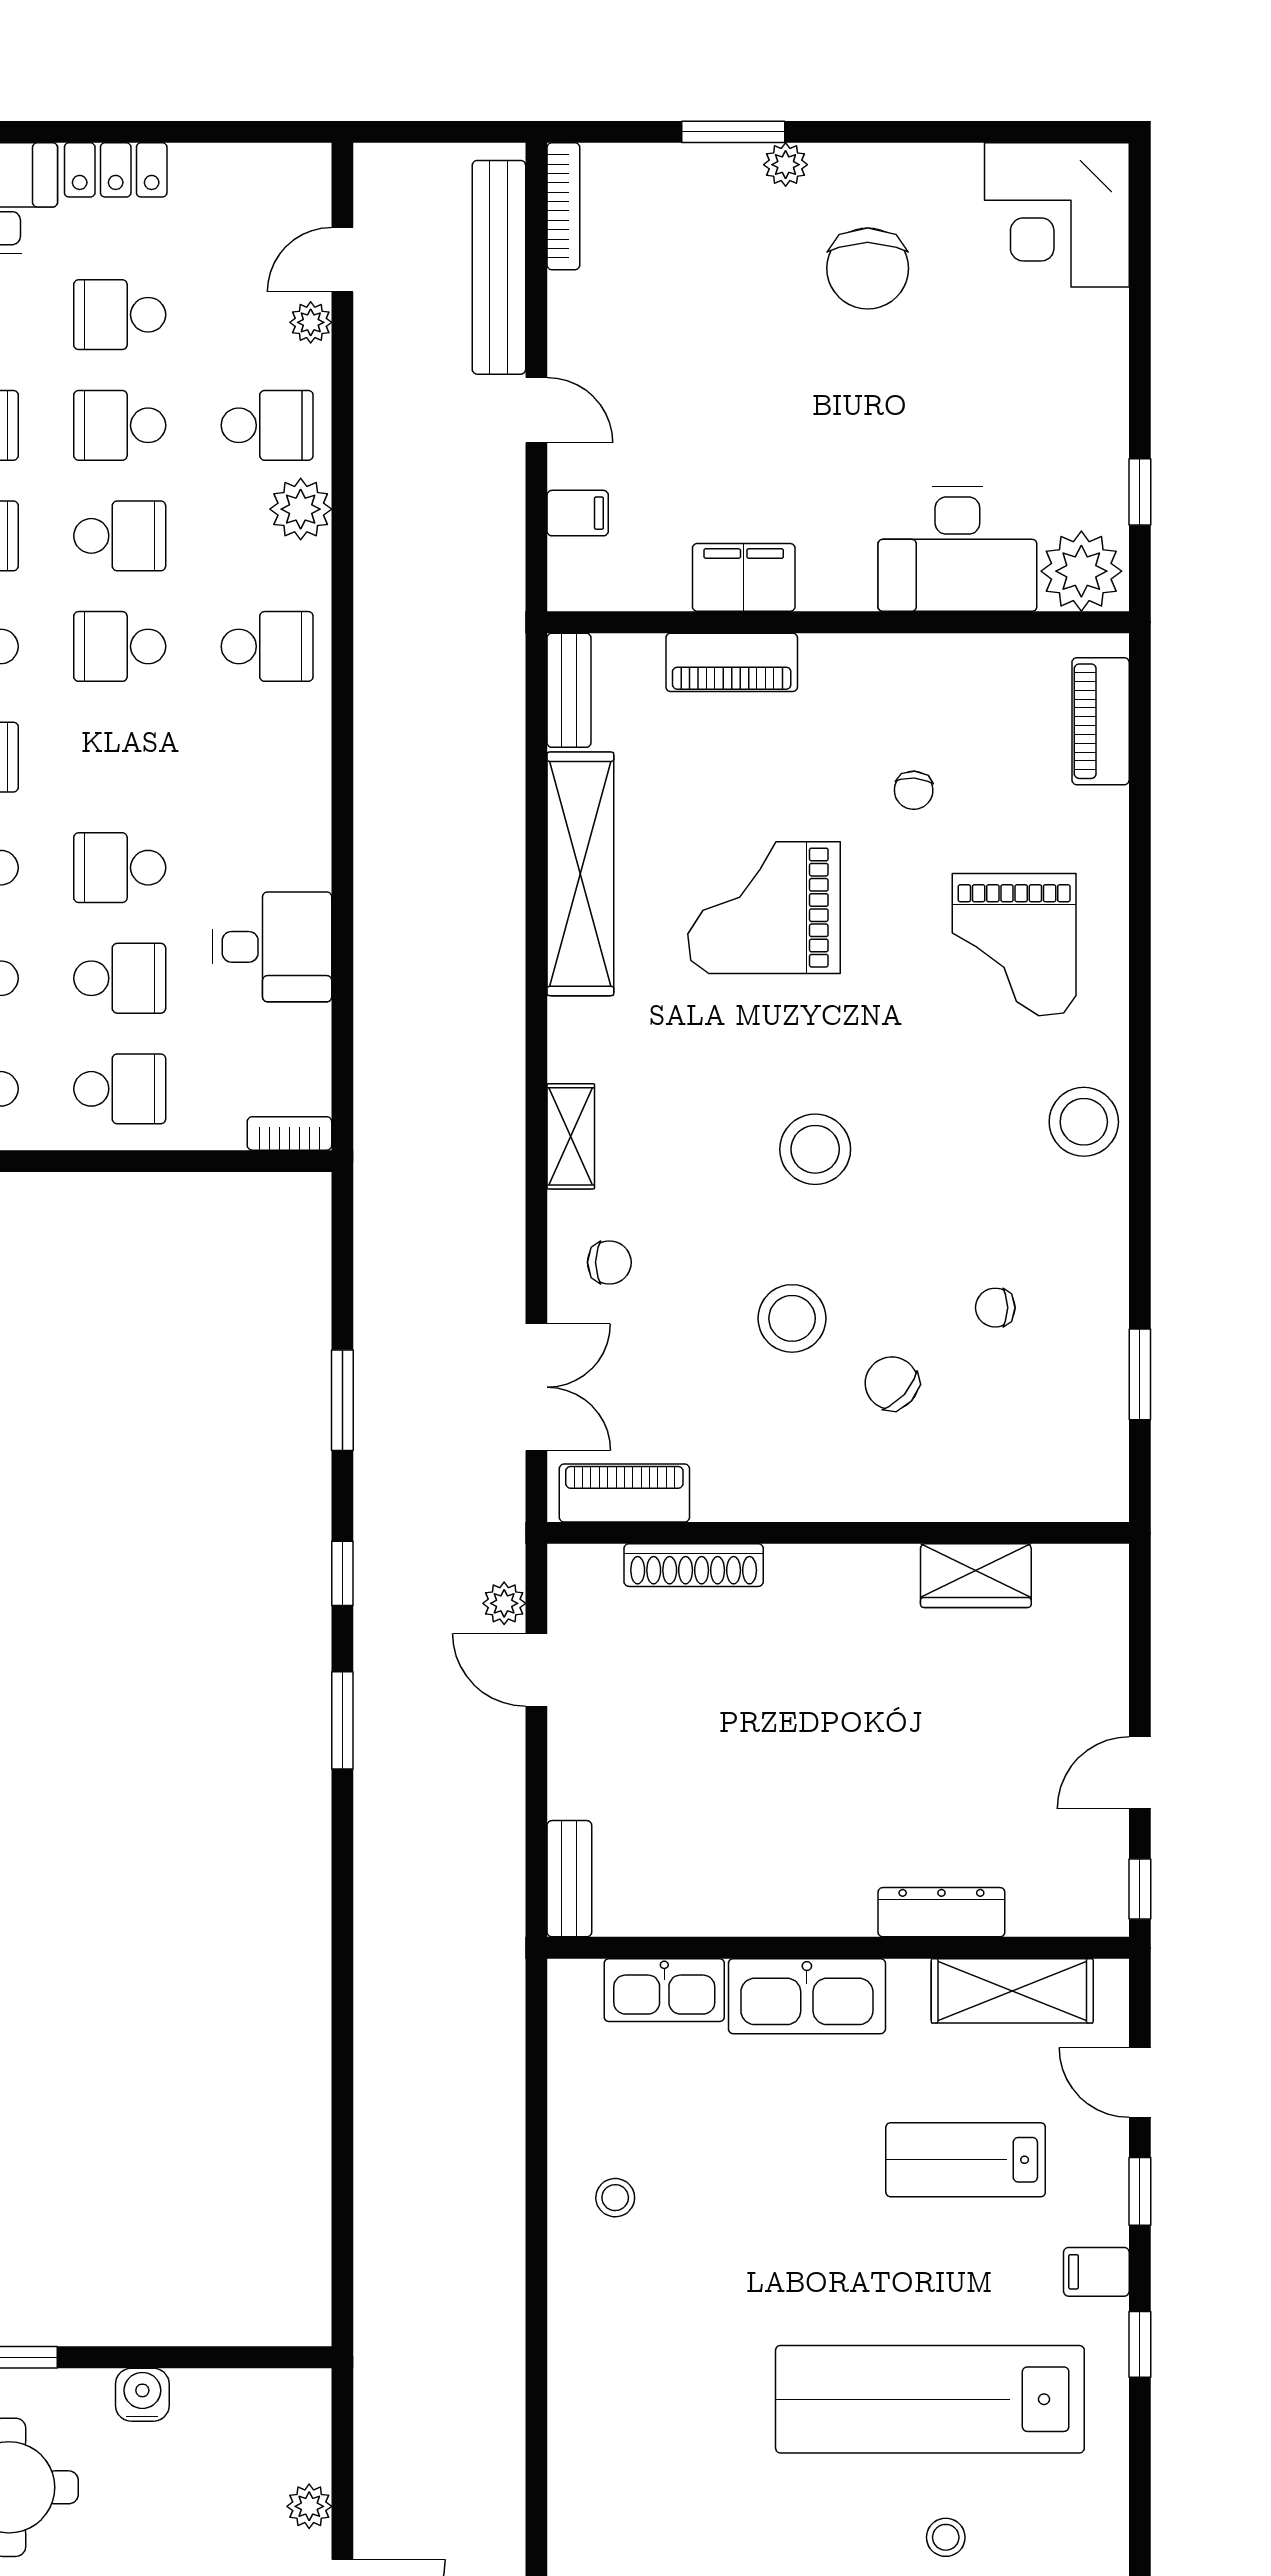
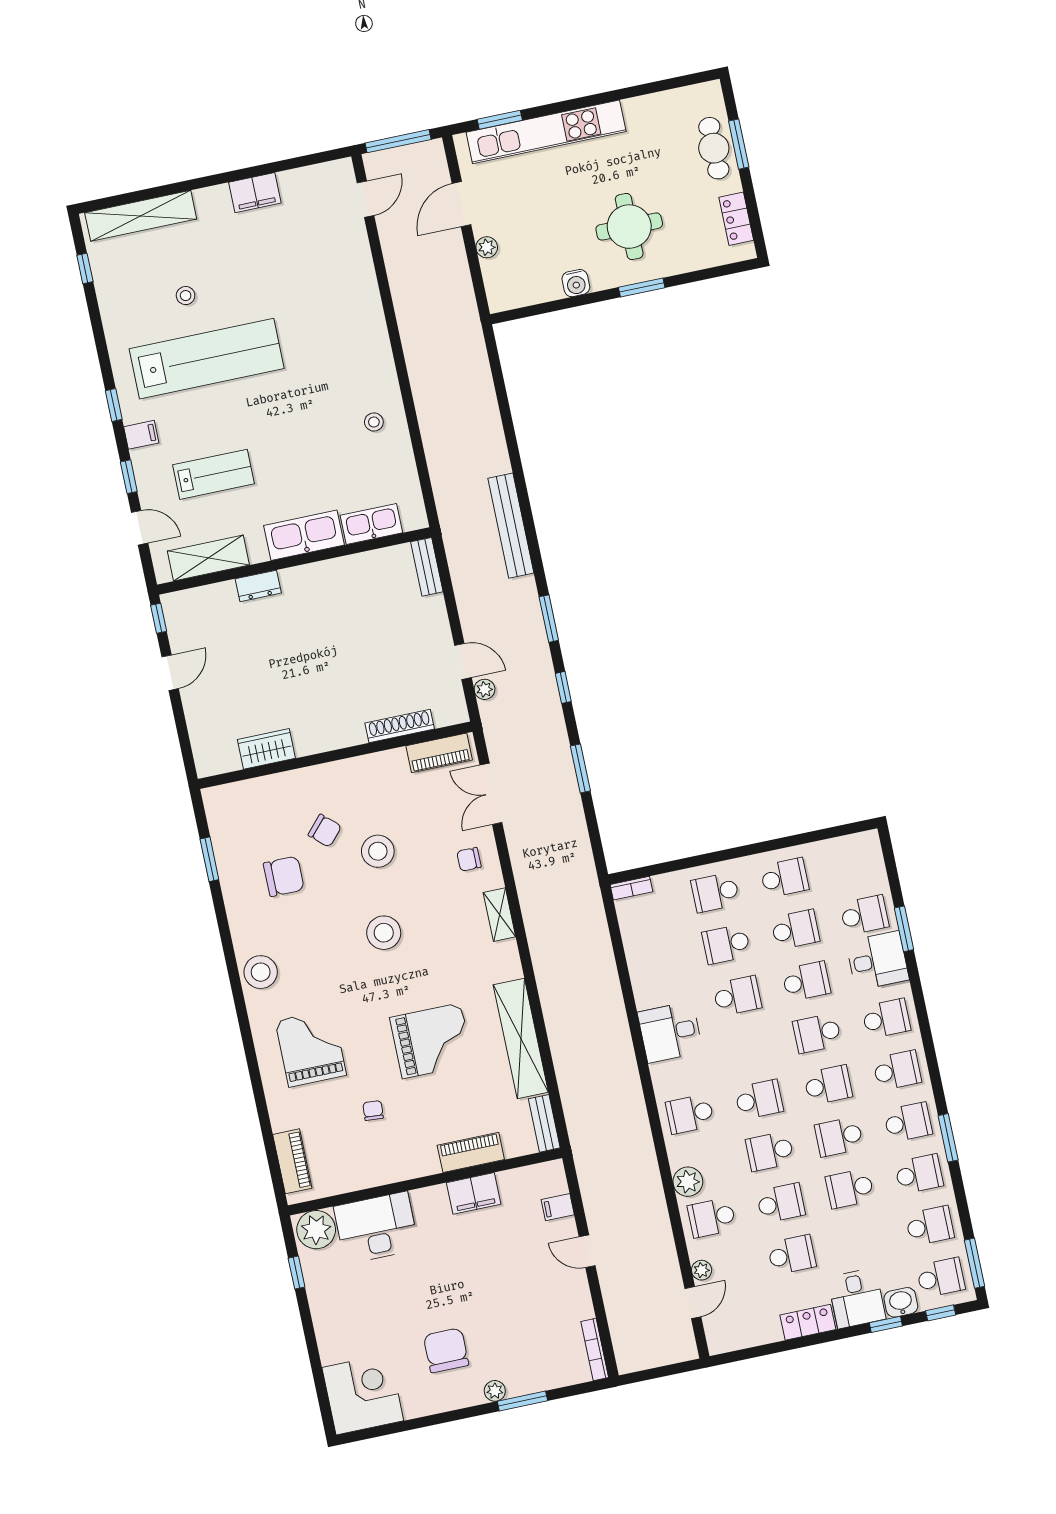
bench: (499, 267) -> (511, 526), moved
desk: (272, 947) -> (670, 1032), moved
chair: (995, 1308) -> (284, 876), width x1.87, depth x1.87
dresser: (941, 1912) -> (258, 586), width x0.70

